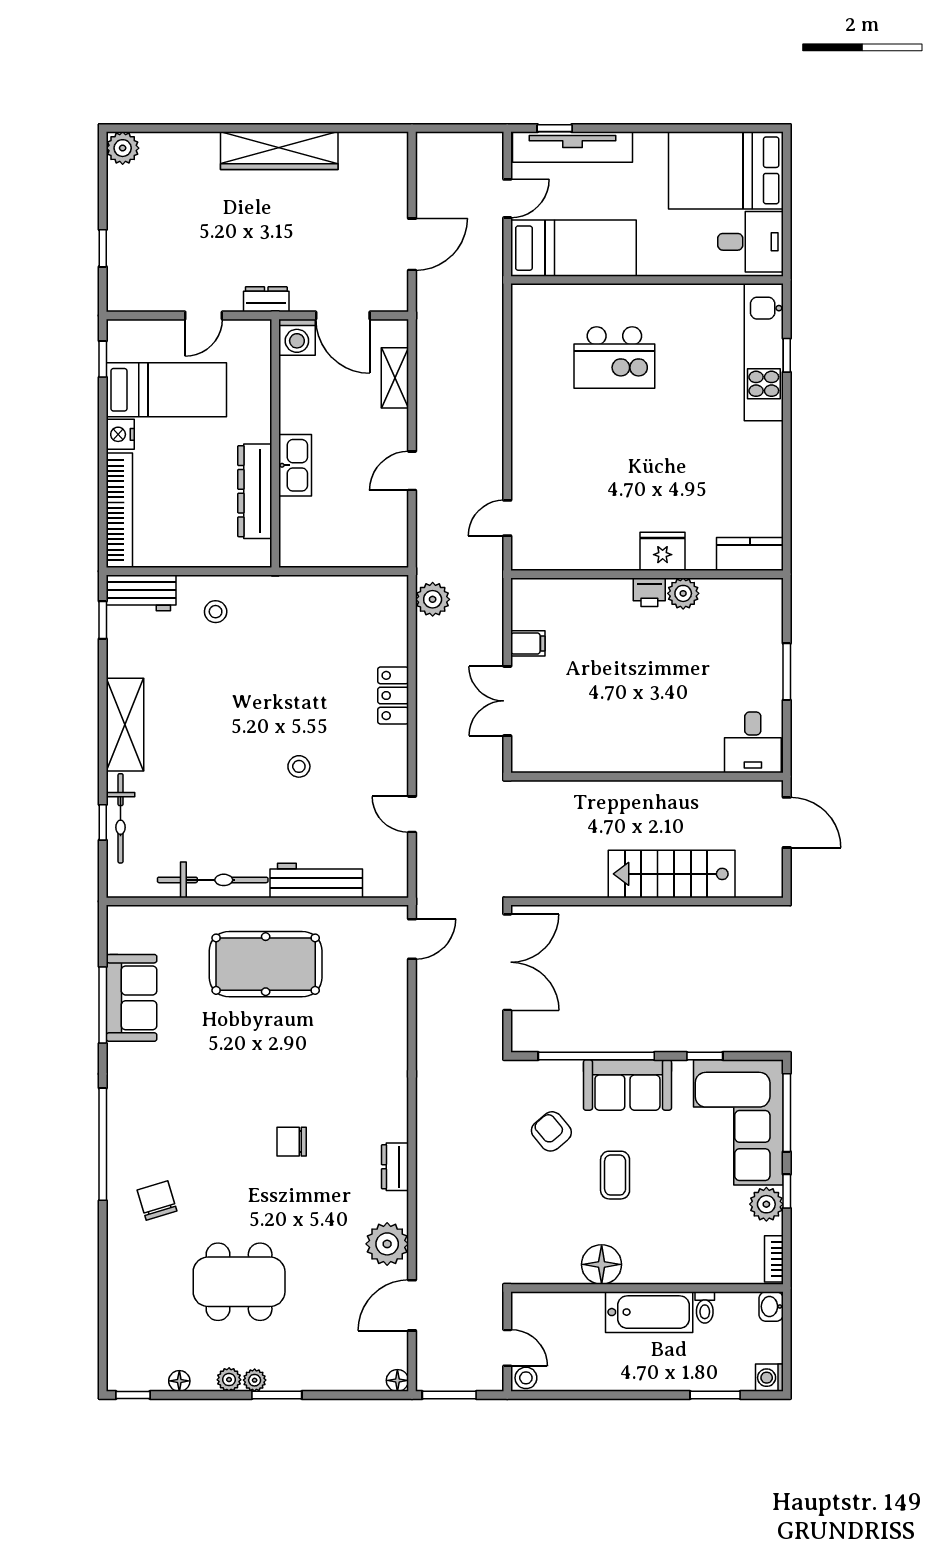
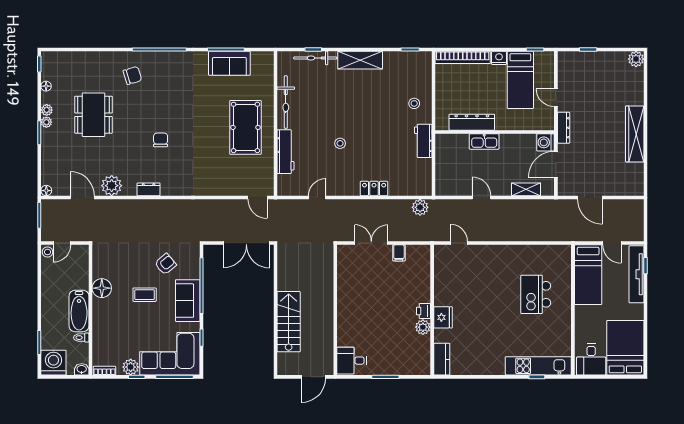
dresser: (266, 299) -> (564, 128), width x1.44
workbench: (141, 593) -> (423, 141), moved
washing machine: (769, 1378) -> (53, 363), width x1.89, depth x1.89

